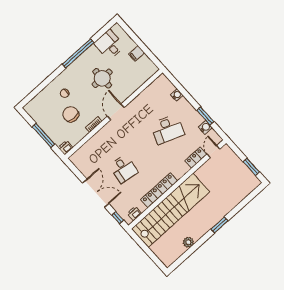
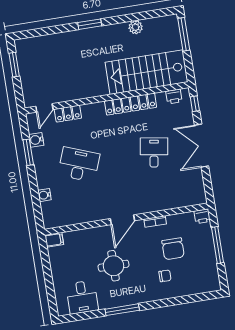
window: (78, 53) -> (122, 310), width x0.68
filing cabinet: (136, 53) -> (54, 240), moved
stairs: (171, 210) -> (147, 72), width x0.73
window: (154, 258) -> (184, 34), added

